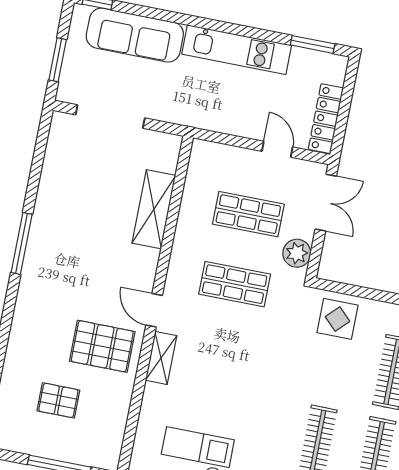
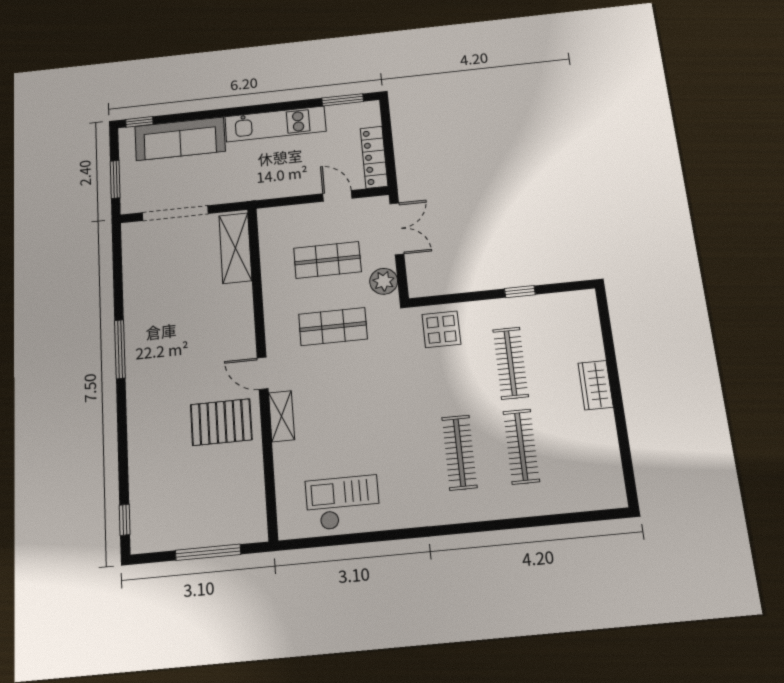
shelving: (154, 209) -> (235, 248), moved
pallet: (58, 400) -> (191, 487), removed

